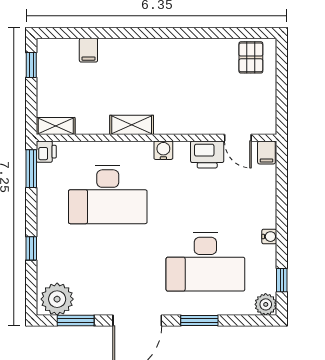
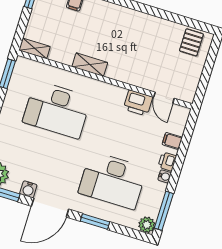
water cooler: (163, 150) -> (28, 189), moved, turned 180
printer: (46, 152) -> (167, 161), moved, turned 180
filing cabinet: (266, 152) -> (172, 141), moved, turned 90
window: (282, 280) -> (164, 211), width x2.17

